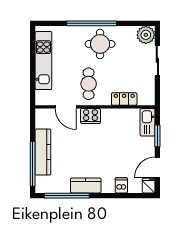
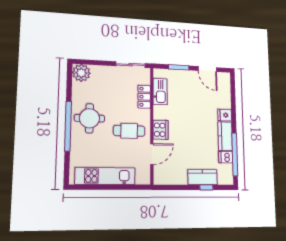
sliding door: (157, 60) -> (131, 65), moved
kitchen sink: (148, 122) -> (160, 92), moved, turned -90
kitchen counter: (43, 152) -> (202, 177), width x0.67
window: (33, 164) -> (206, 187), width x0.32
dishwasher: (121, 185) -> (226, 157), moved
fridge: (149, 186) -> (225, 115), moved

